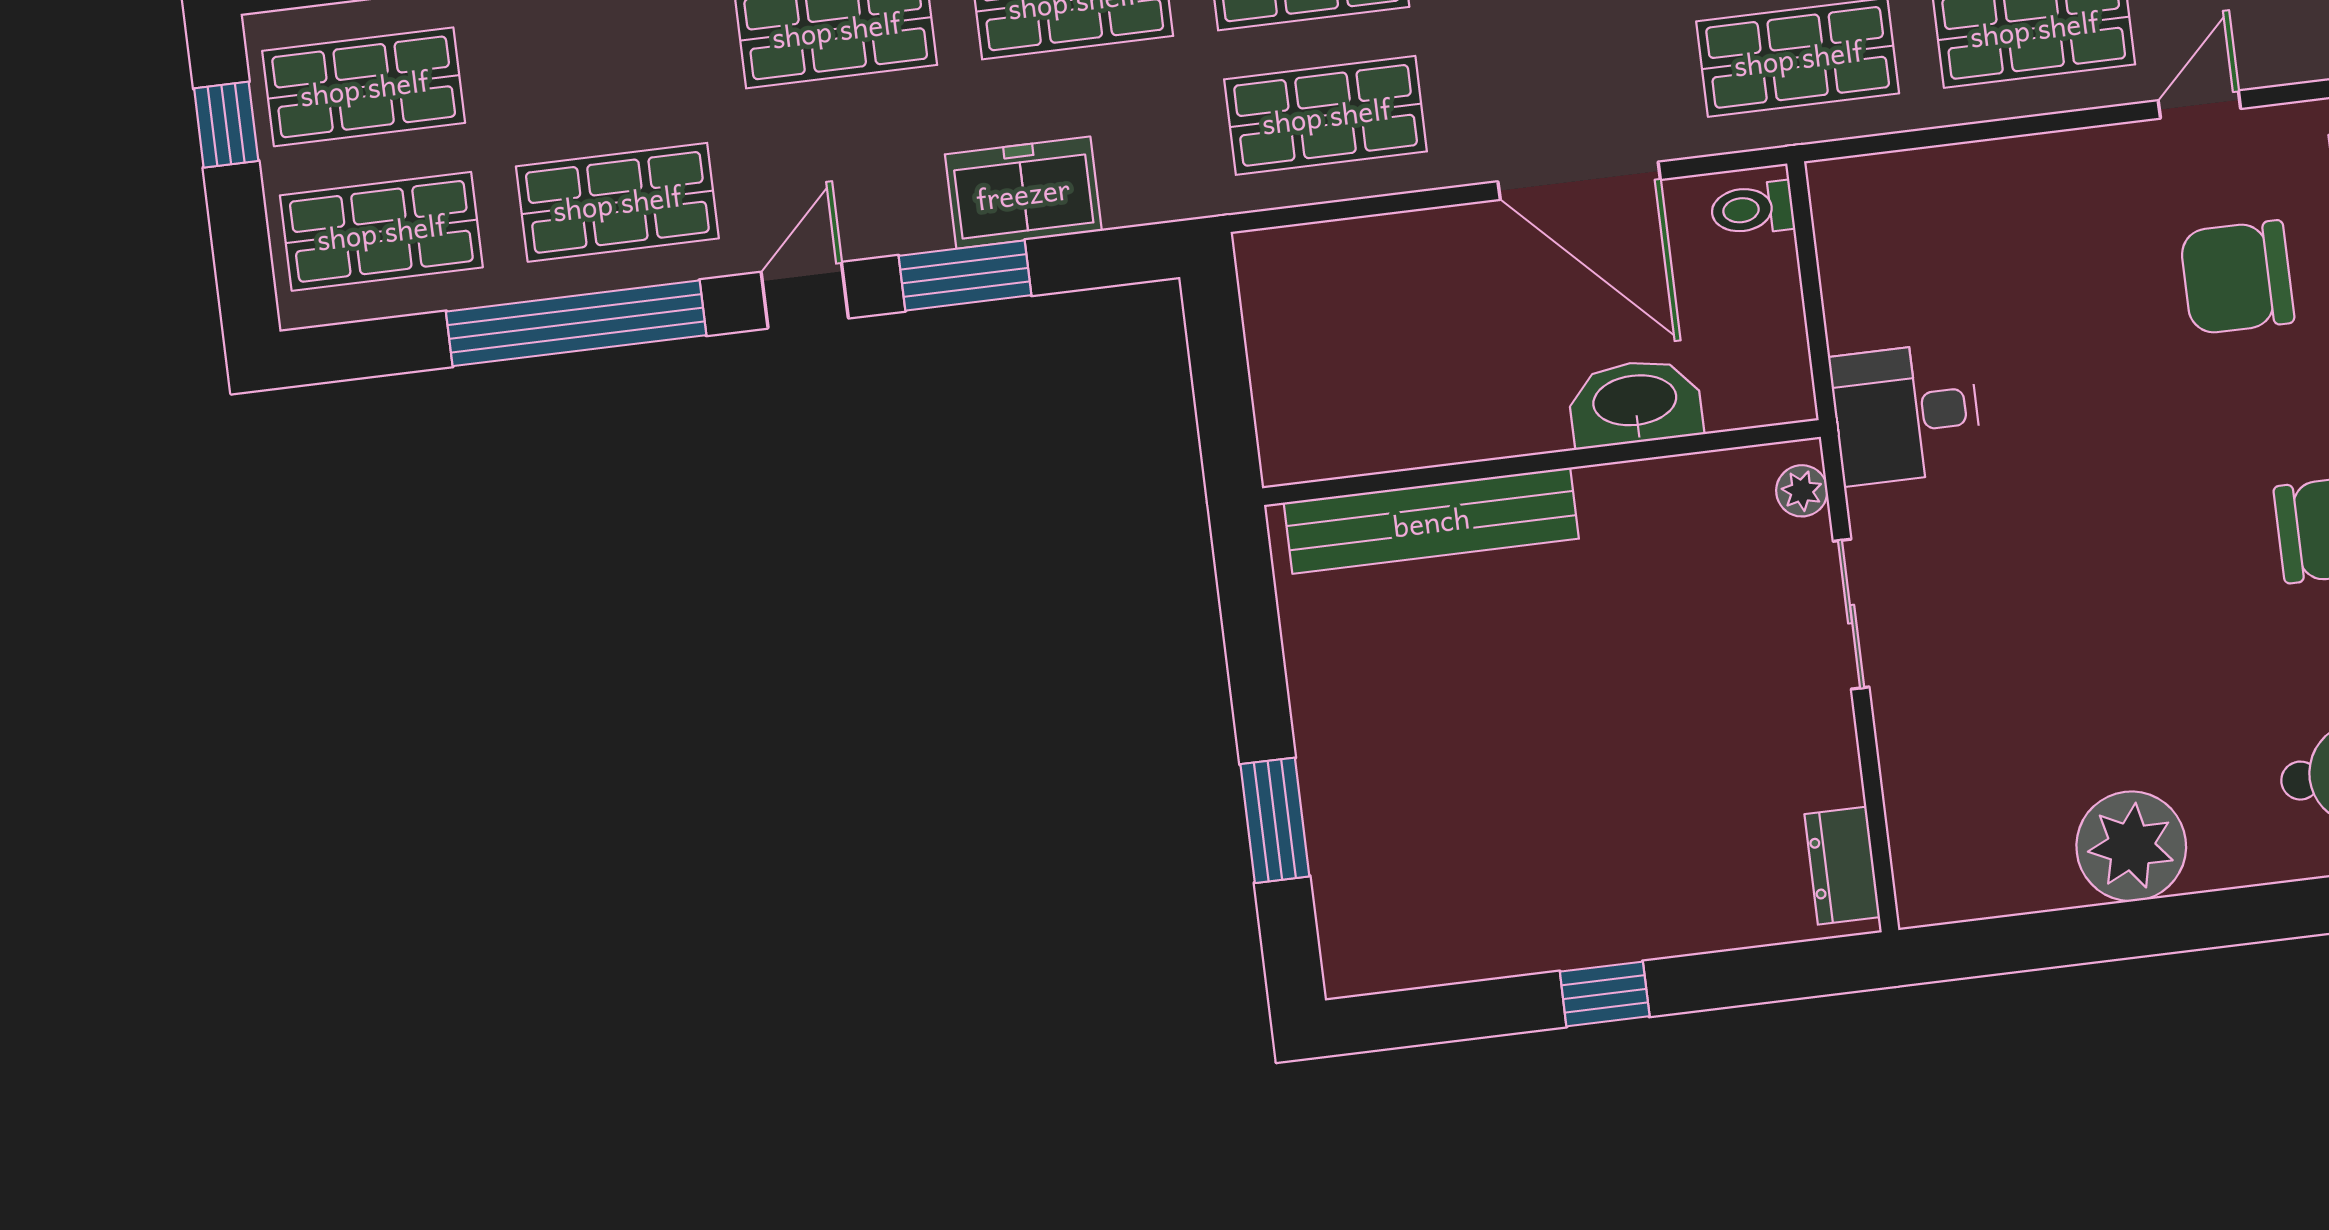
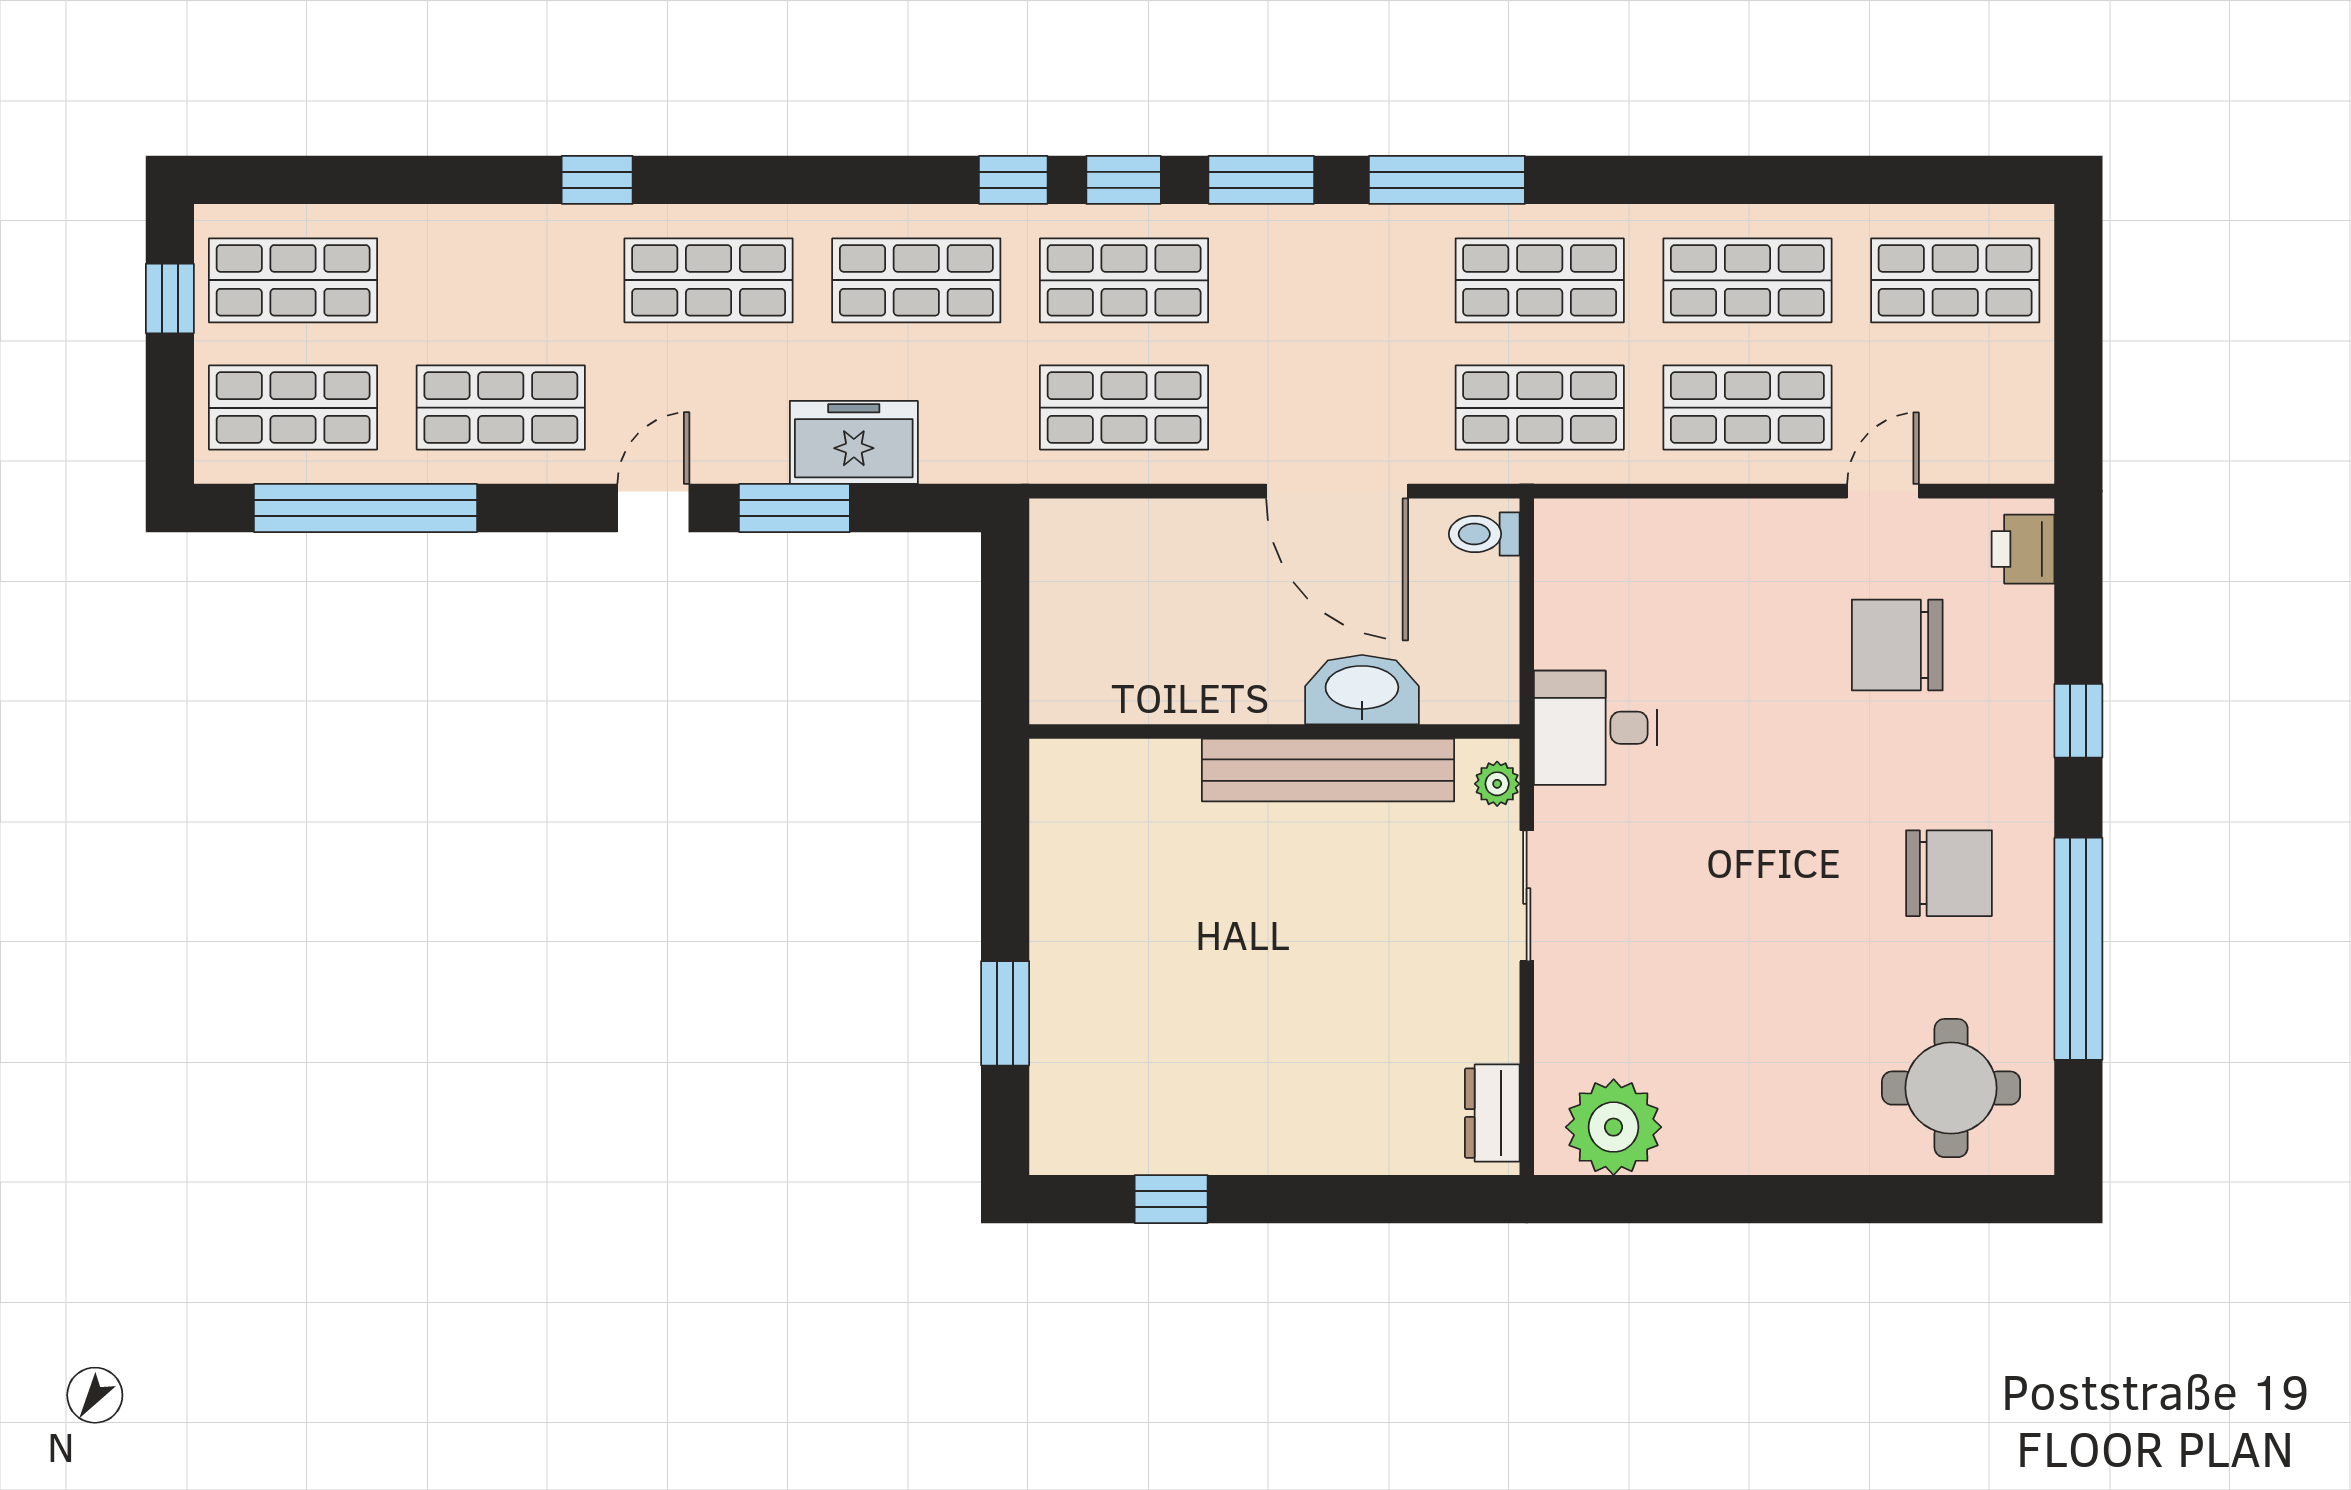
window: (576, 323) -> (365, 508), moved
bench: (1431, 521) -> (1328, 770), moved
plant: (2131, 846) -> (1614, 1127), moved
window: (1605, 994) -> (1171, 1199), moved

